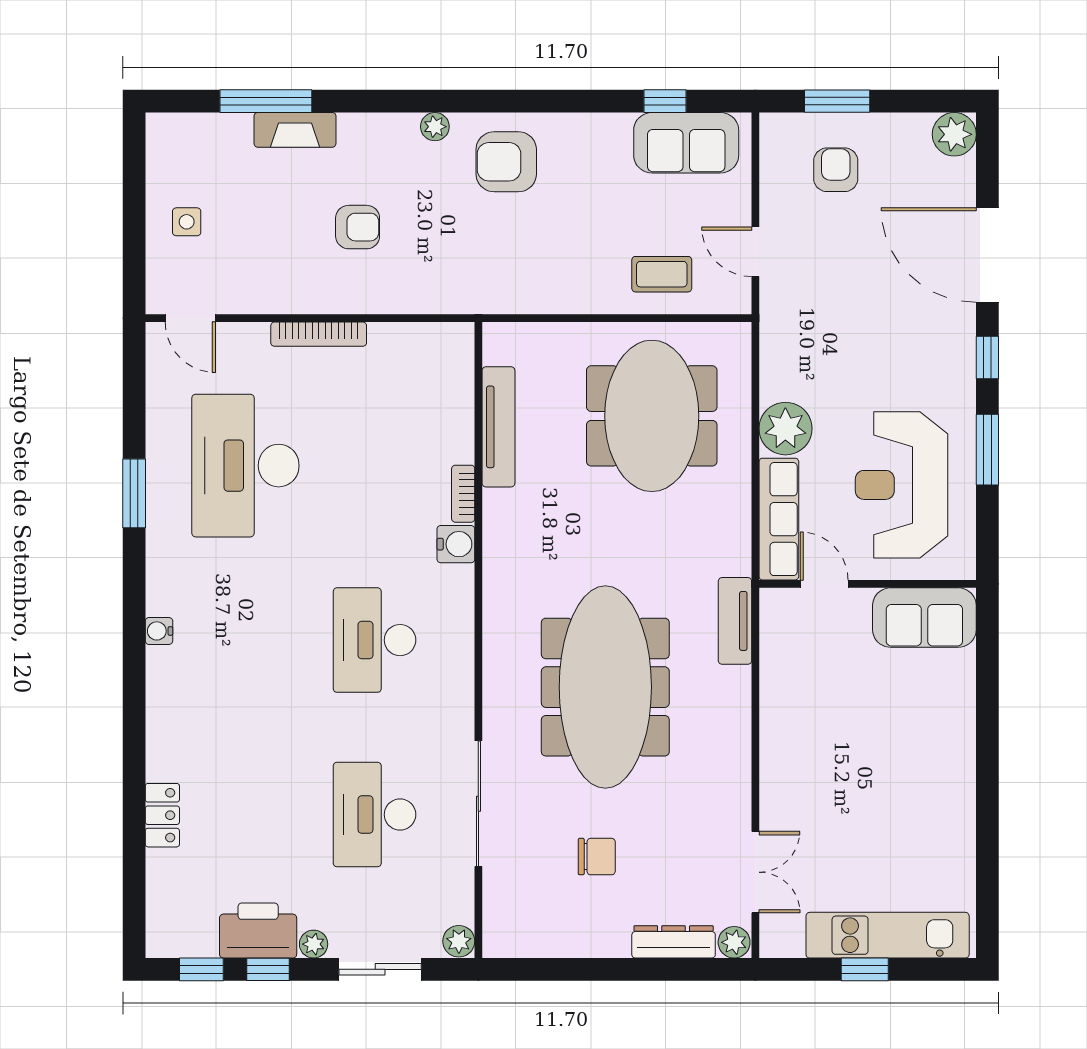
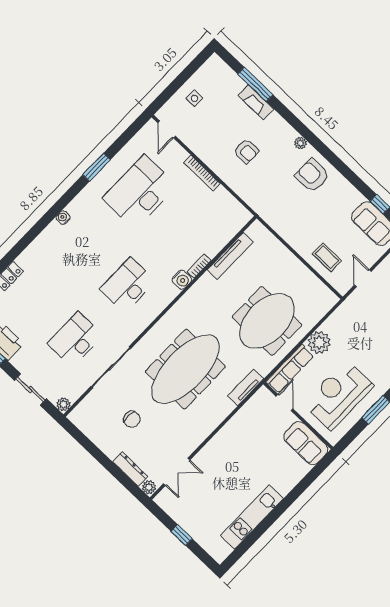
meeting table: (652, 416) -> (267, 321), moved
kitchen unit: (888, 935) -> (252, 517), moved, turned -90
plant: (314, 944) -> (17, 362), removed

